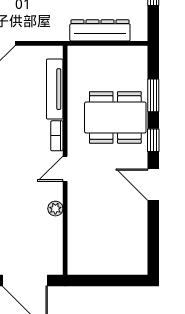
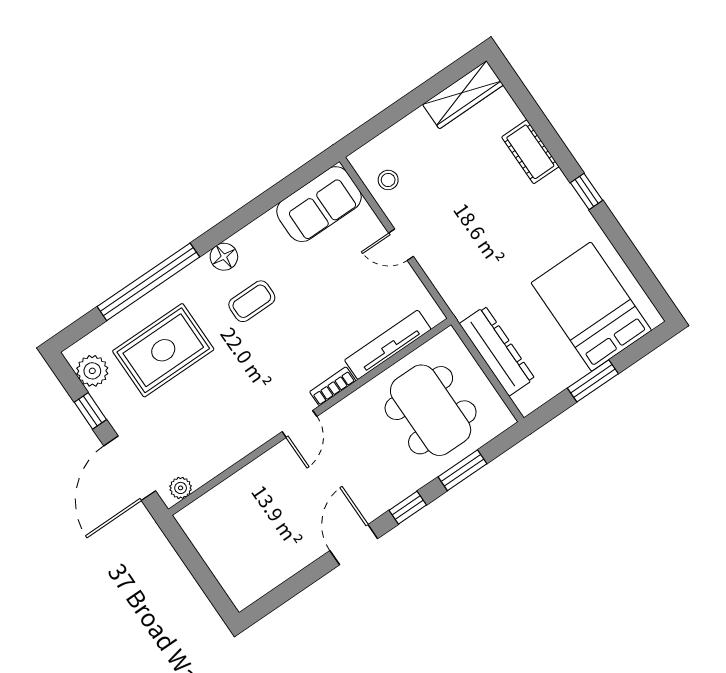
dining table: (115, 117) -> (431, 410), moved
door: (65, 169) -> (299, 424), swing flipped
plant: (55, 209) -> (181, 488), moved

